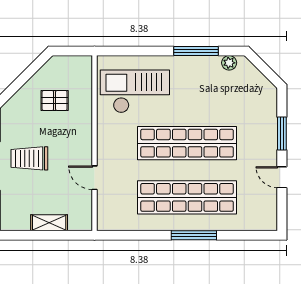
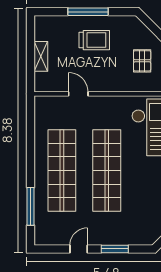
trolley: (29, 158) -> (94, 40), turned 90
door: (95, 178) -> (78, 94), hinge flipped
window: (194, 235) -> (31, 206), moved

